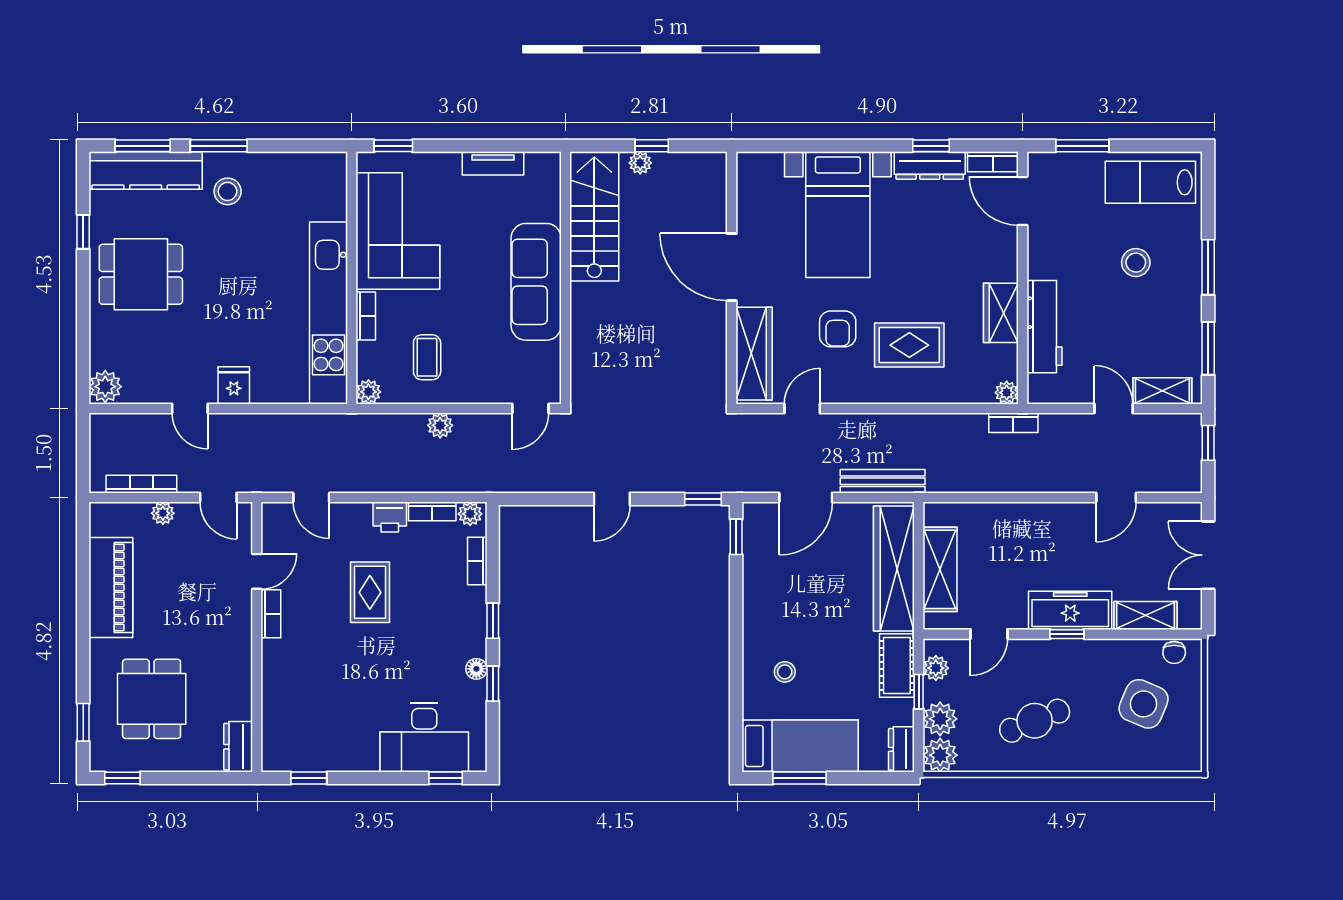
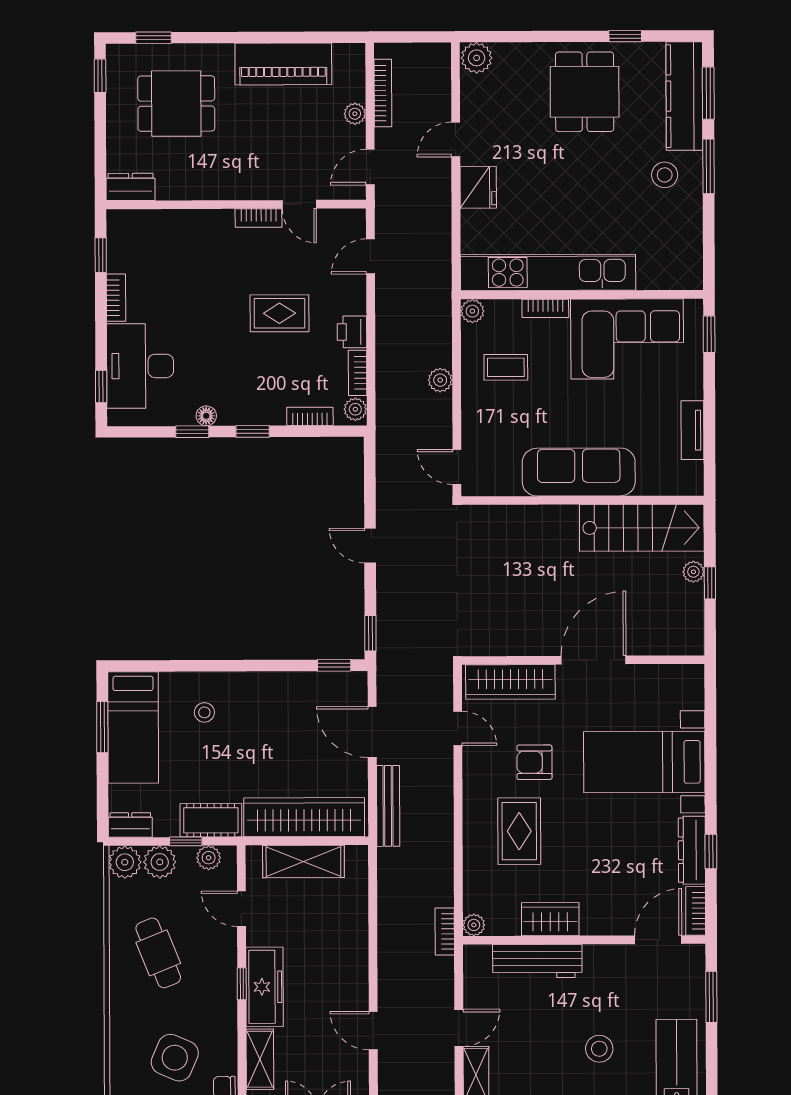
fridge: (234, 385) -> (478, 187), width x1.38
bookcase: (353, 762) -> (116, 298), added

